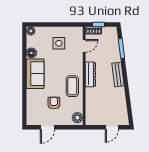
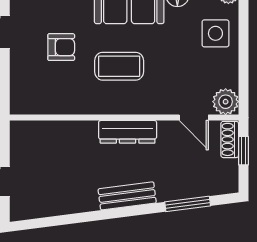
side table: (59, 43) -> (215, 33), moved
coffee table: (72, 86) -> (119, 66), moved
plant: (77, 118) -> (226, 102), moved

